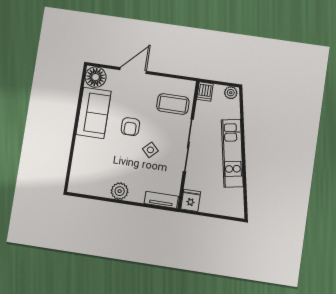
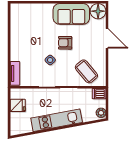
coffee table: (173, 104) -> (86, 71), turned -40
plant: (120, 191) -> (17, 42), removed
fridge: (191, 200) -> (18, 105), moved

